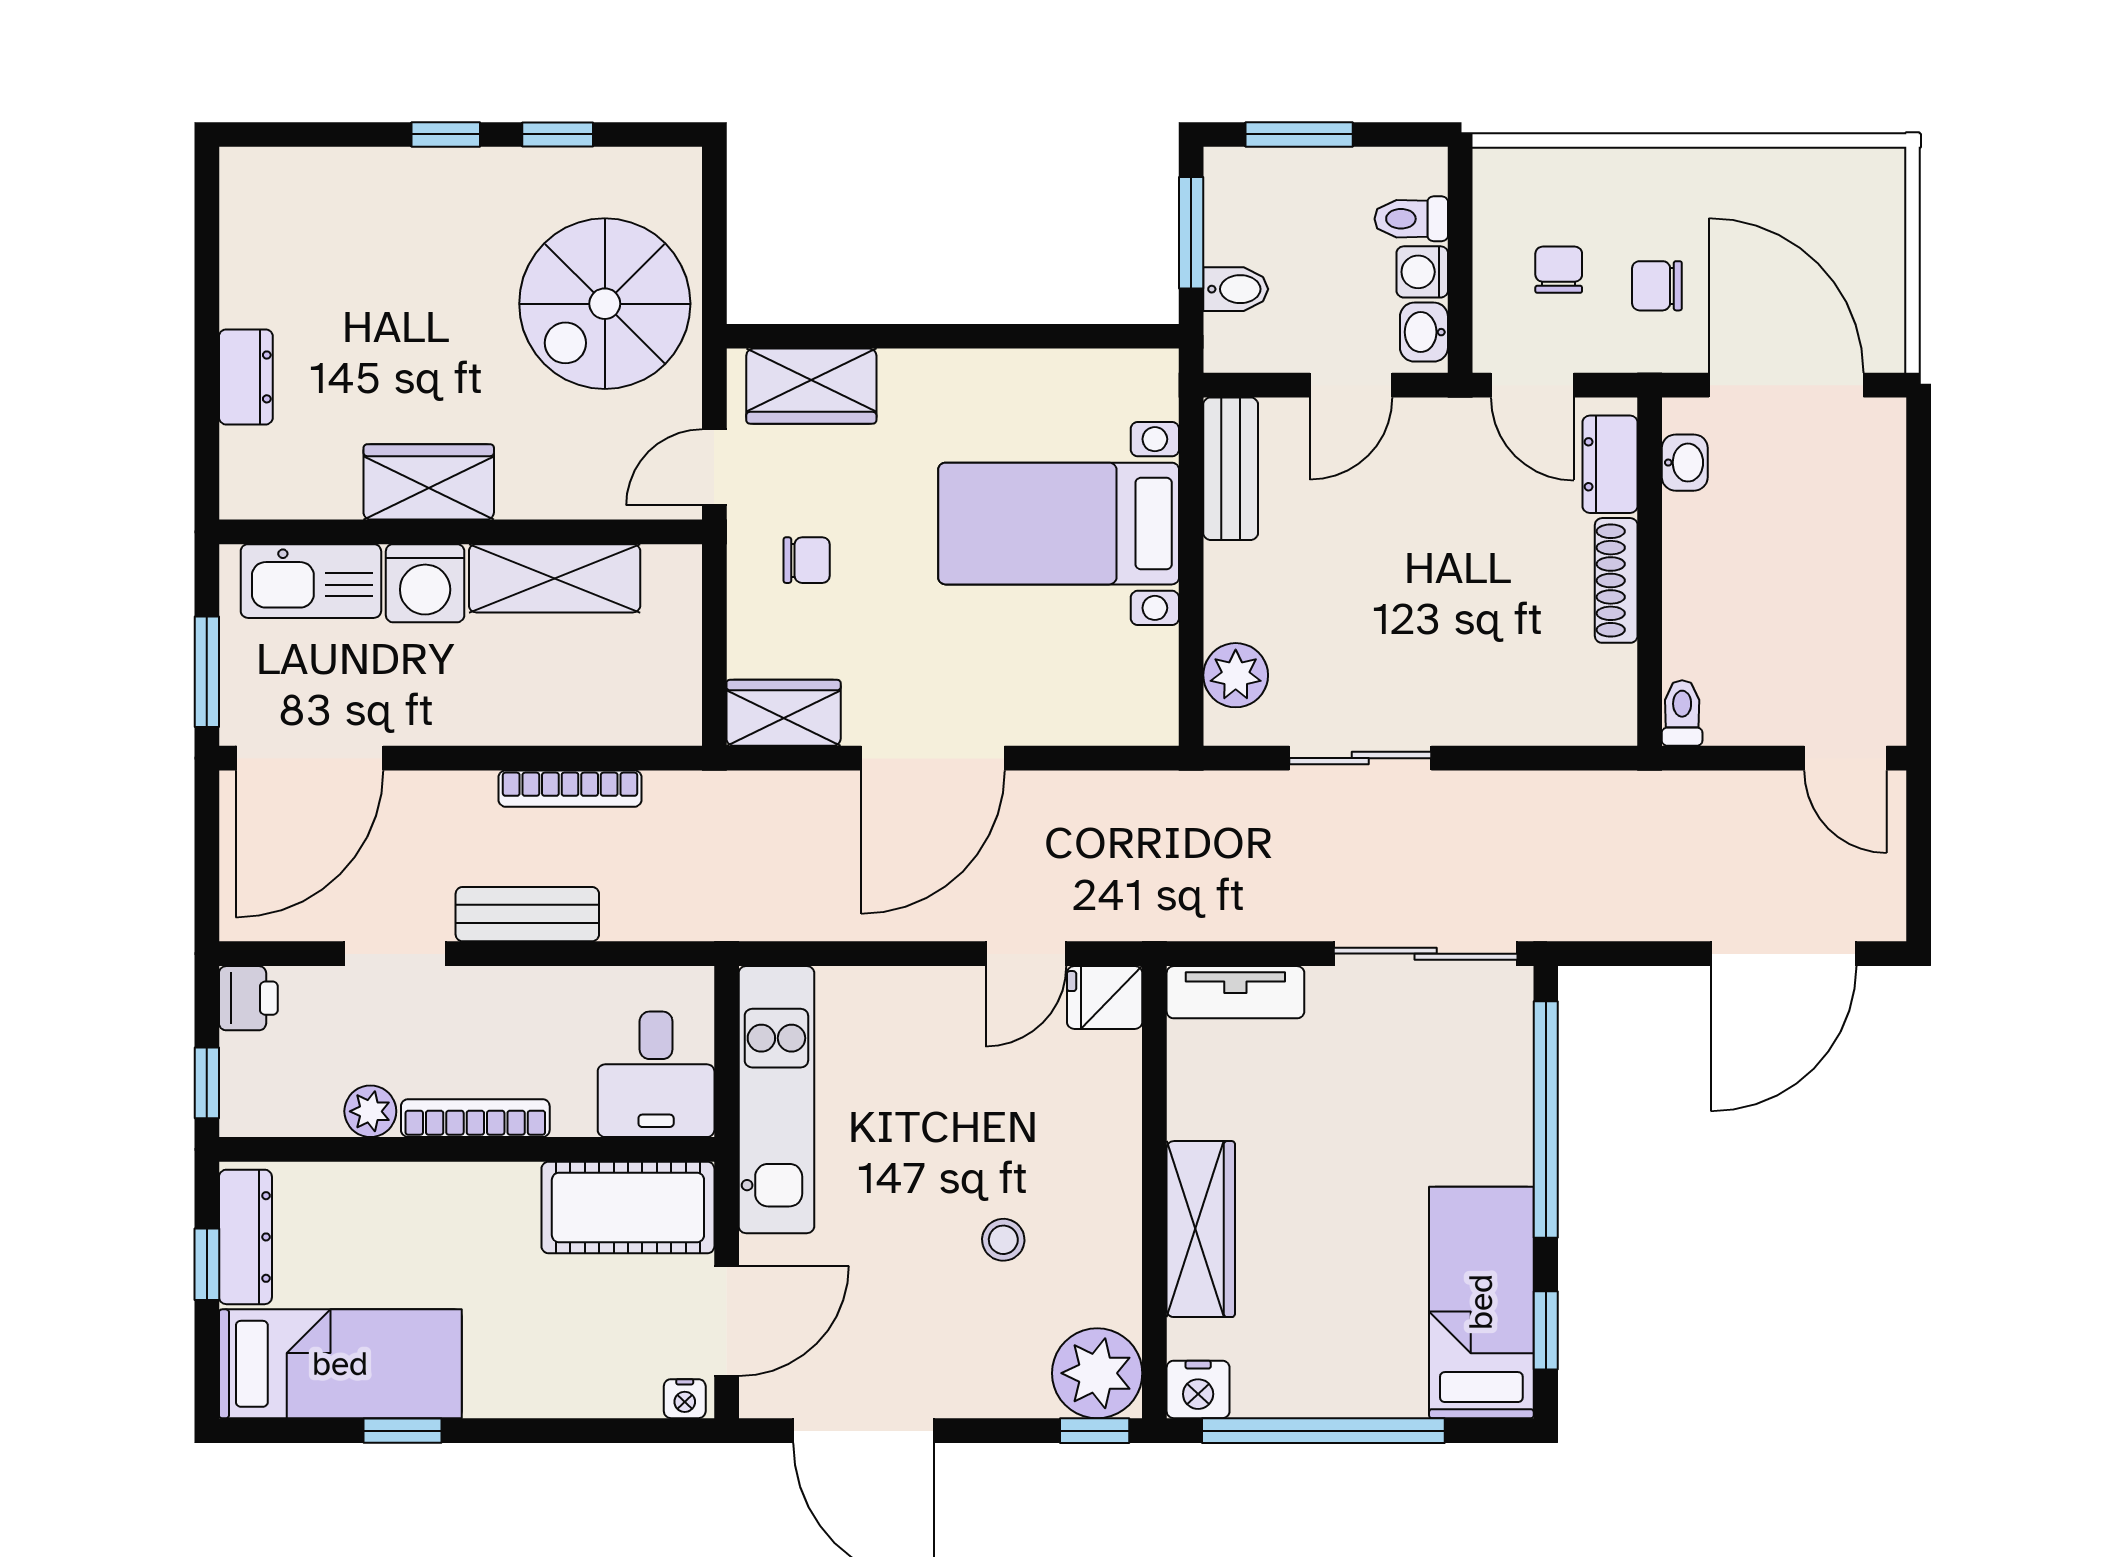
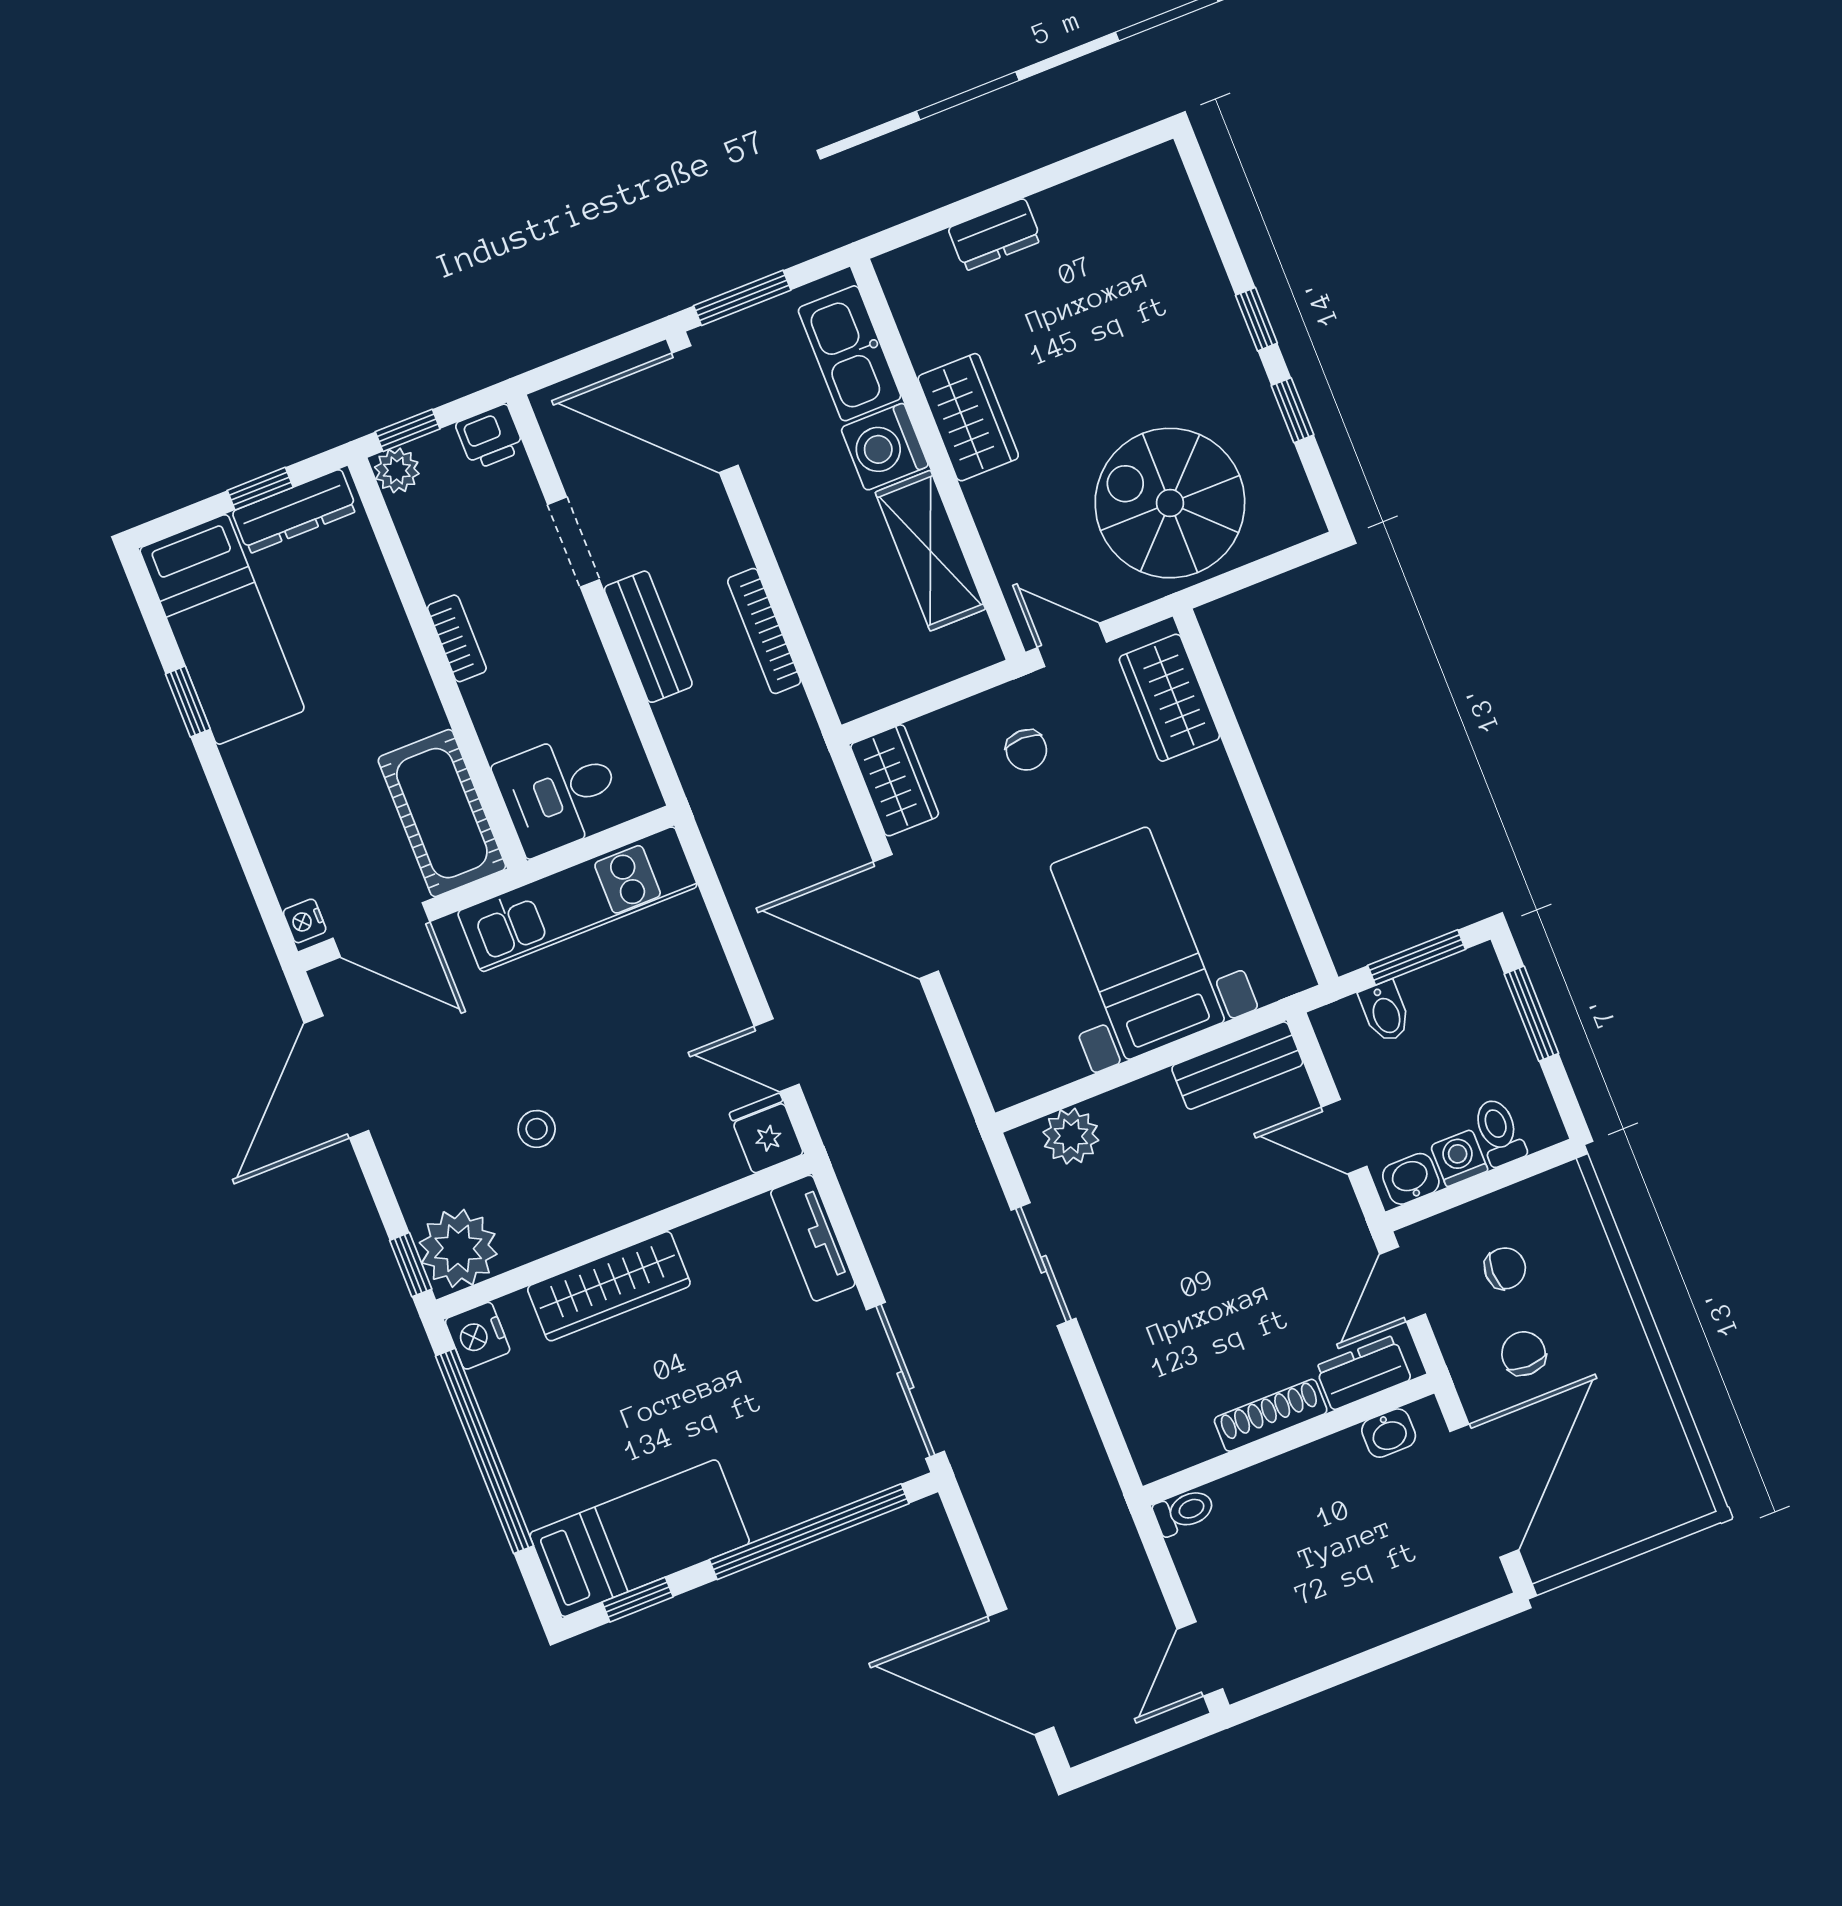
plant: (370, 1111) -> (397, 470), moved
bookcase: (475, 1118) -> (457, 638), width x0.64

